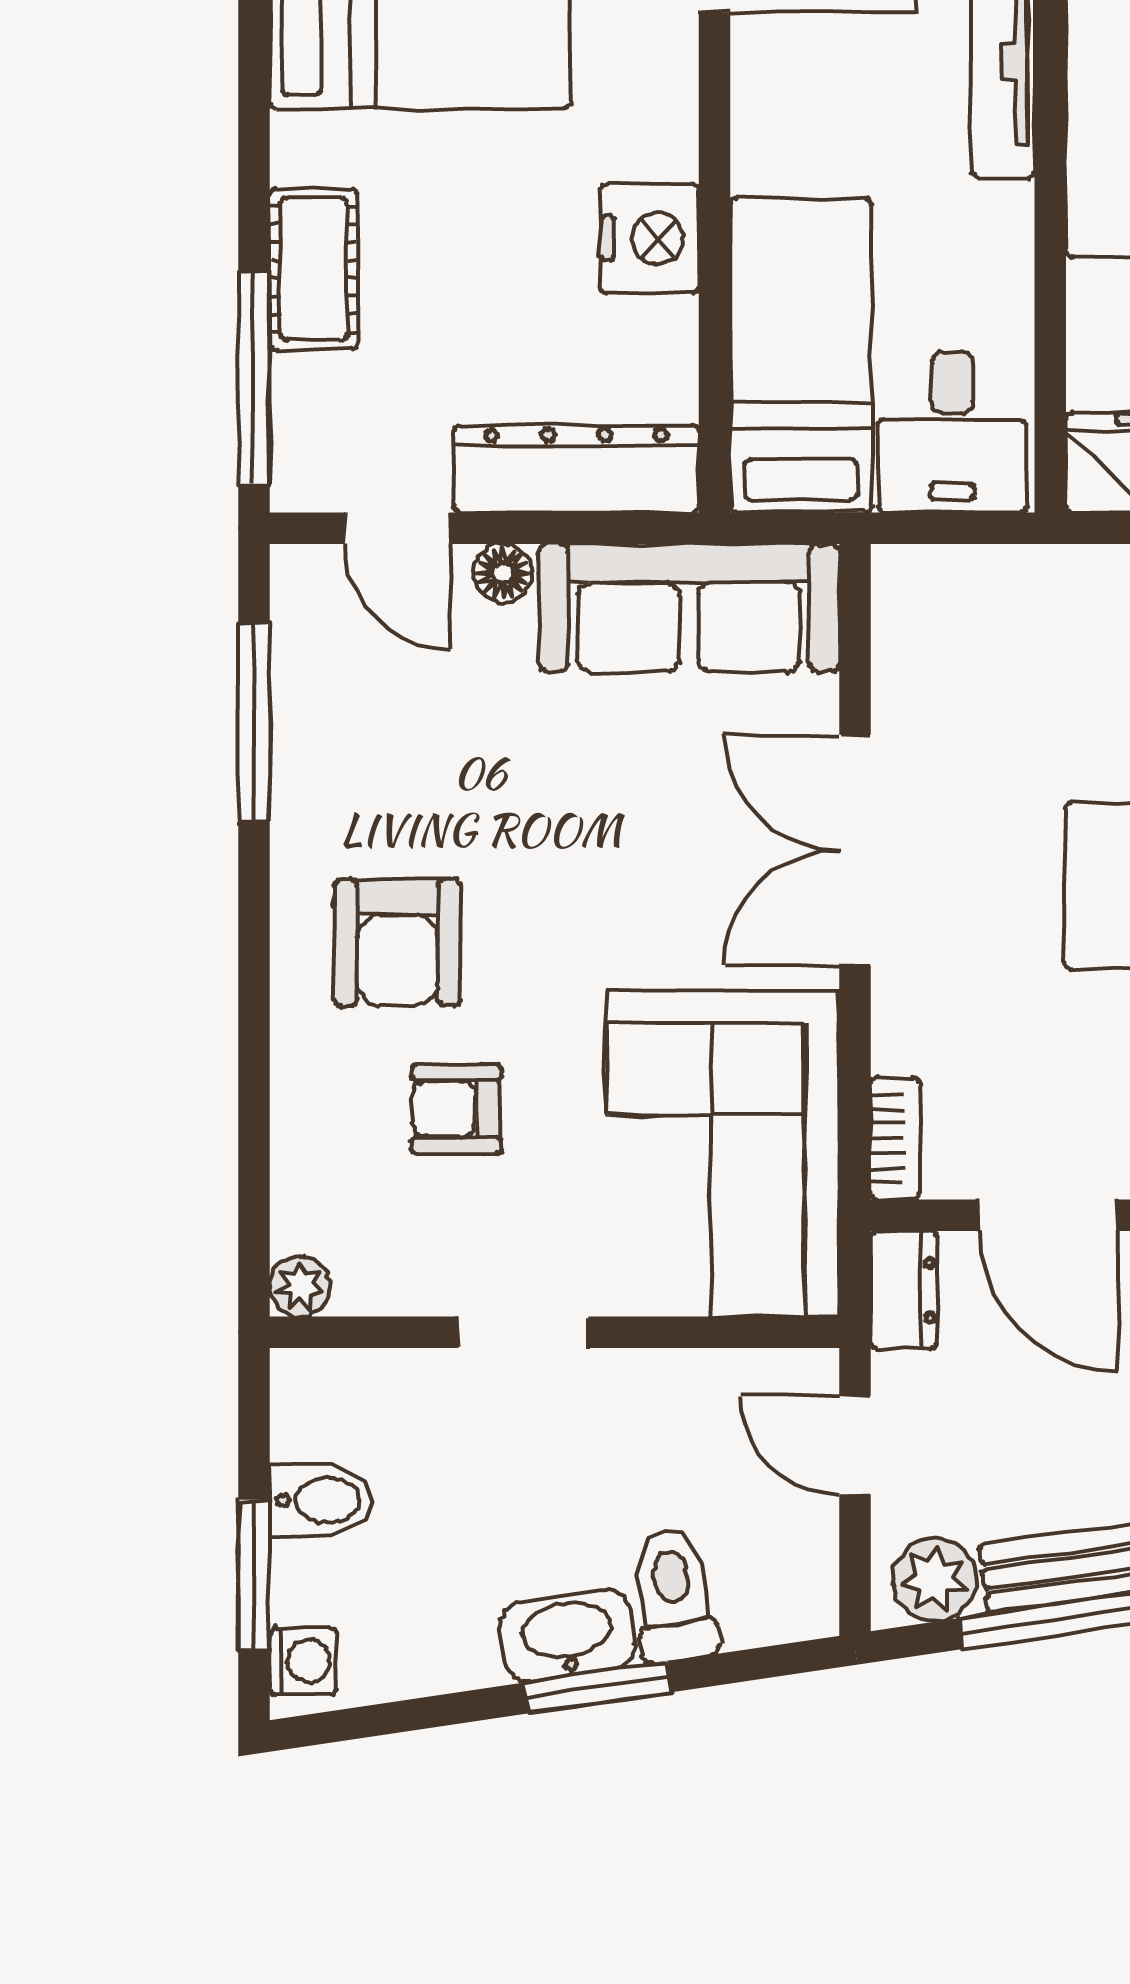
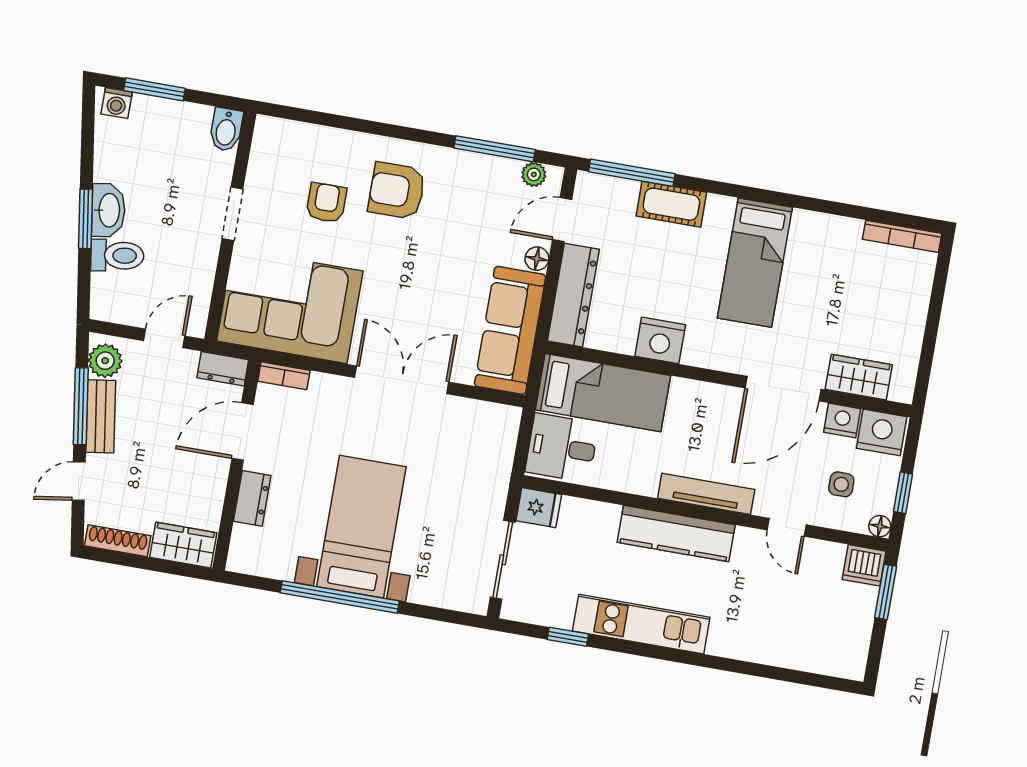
plant: (300, 1287) -> (534, 174), moved
bidet: (321, 1501) -> (226, 130), moved

